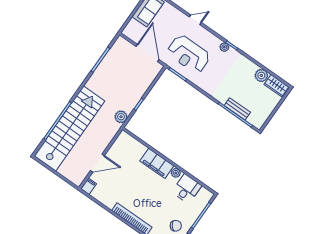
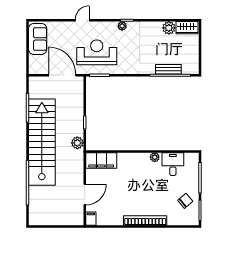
reception desk: (189, 54) -> (97, 52), turned 180
stairs: (70, 128) -> (42, 142), moved
filing cabinet: (157, 163) -> (101, 160), moved

